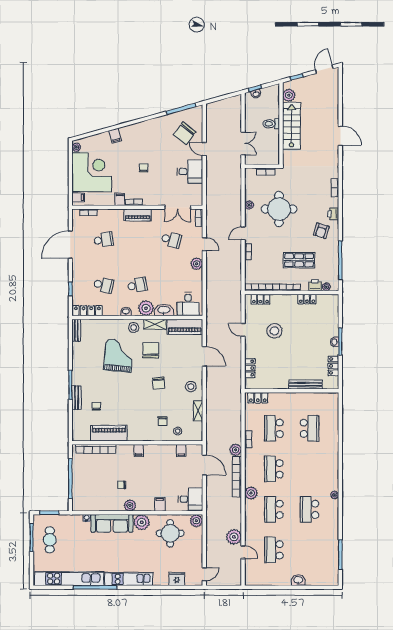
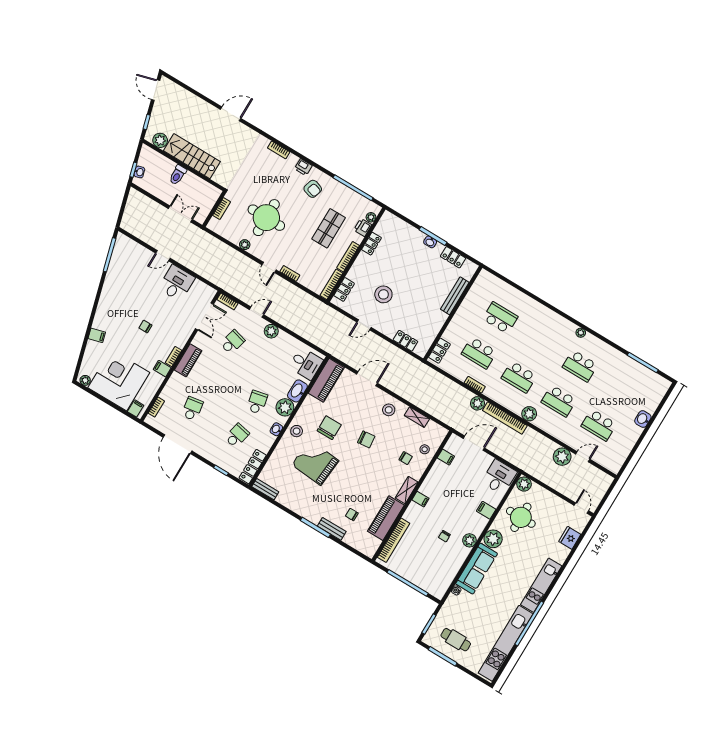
chair: (184, 133) -> (136, 266), removed
shelving: (155, 324) -> (407, 490), moved
chair: (151, 350) -> (329, 428), turned 90

